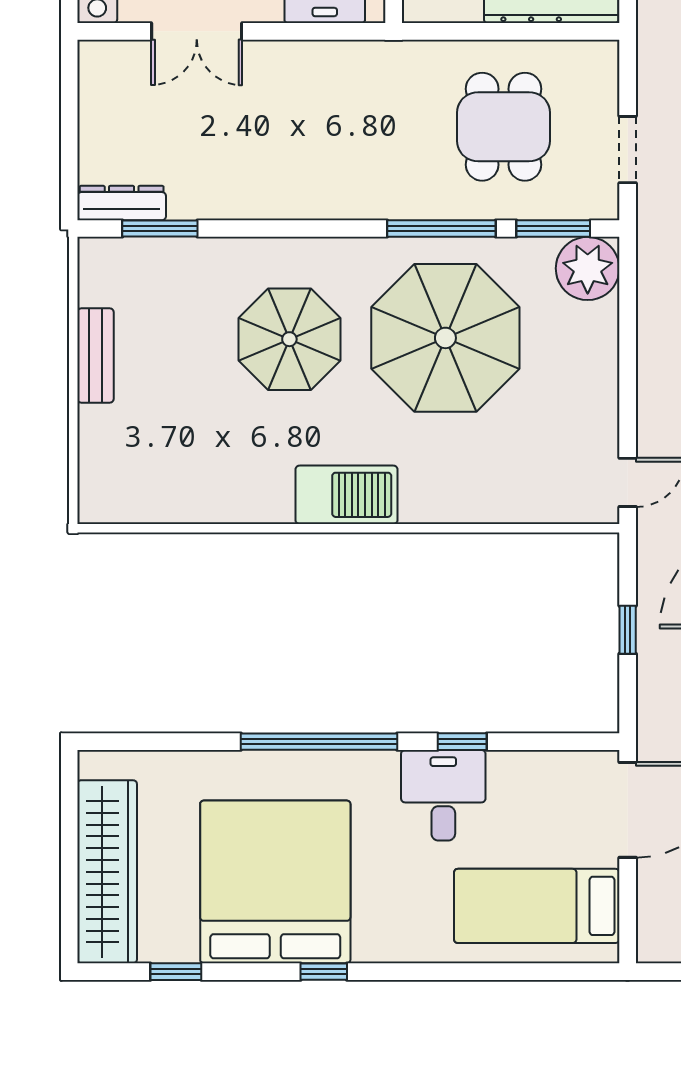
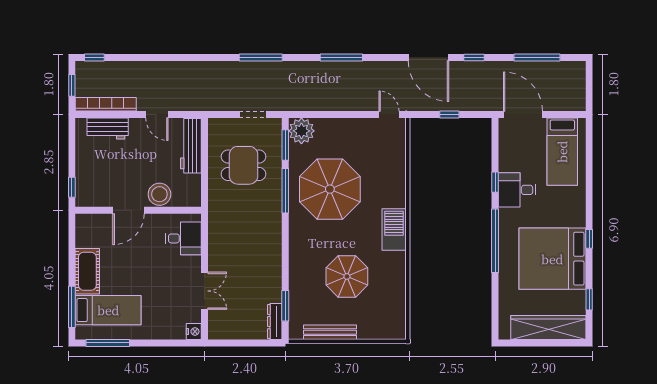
parasol: (289, 339) -> (347, 276), moved
bench: (95, 356) -> (330, 332), width x1.36

